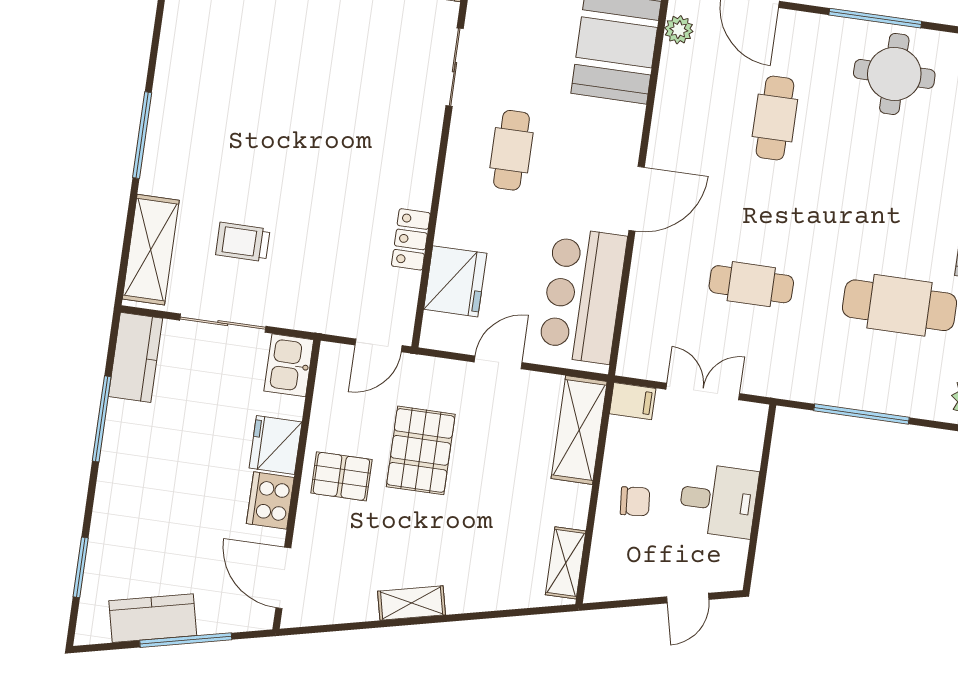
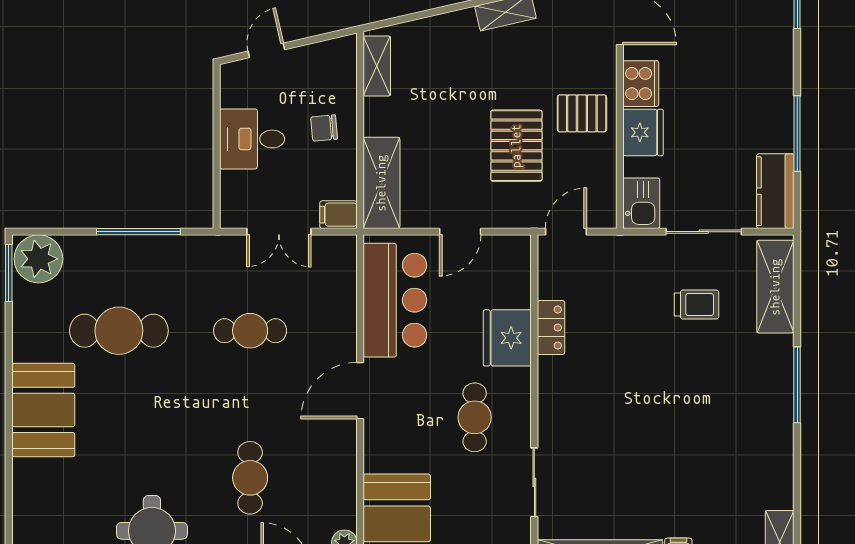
fridge: (455, 281) -> (507, 338), moved

